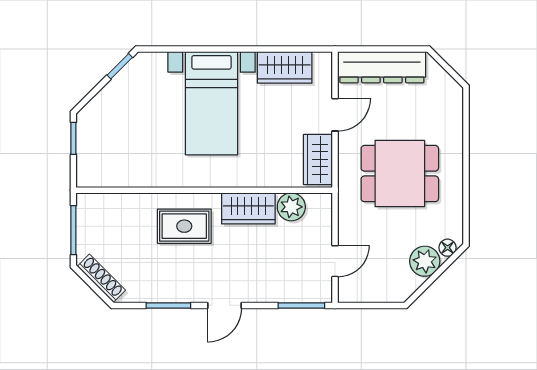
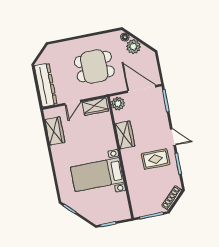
bed with nightstands: (212, 103) -> (97, 175), moved, turned 180
door: (335, 115) -> (73, 103), swing flipped
dining table: (400, 174) -> (94, 67), turned 90
plant: (291, 207) -> (118, 104), moved
rug: (184, 226) -> (156, 159), moved, turned 90
door: (335, 261) -> (142, 89), width x1.87

